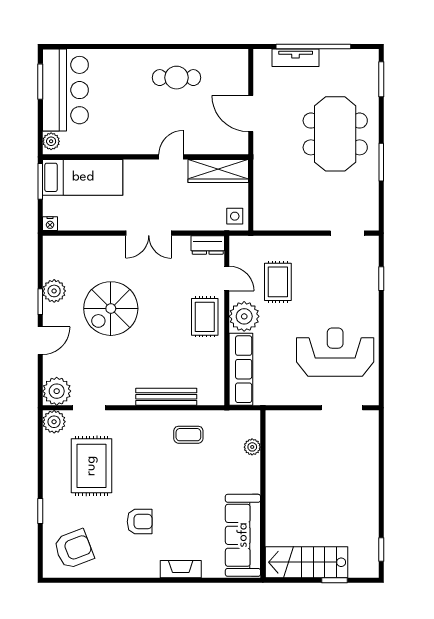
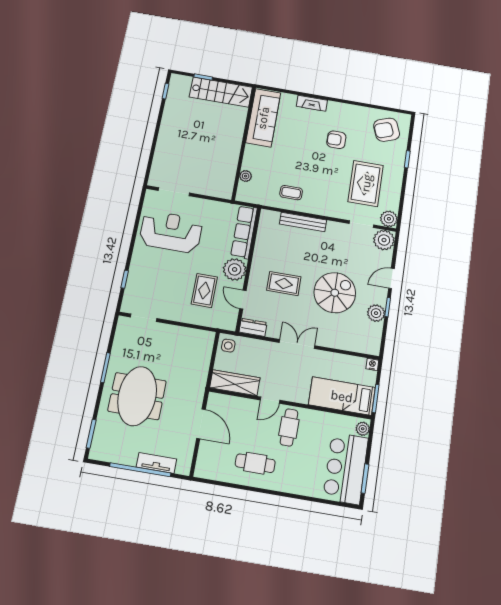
cafe table: (142, 127) -> (289, 427), added
rug: (205, 317) -> (284, 284), moved, turned 90
reception desk: (335, 352) -> (171, 232), turned 180

